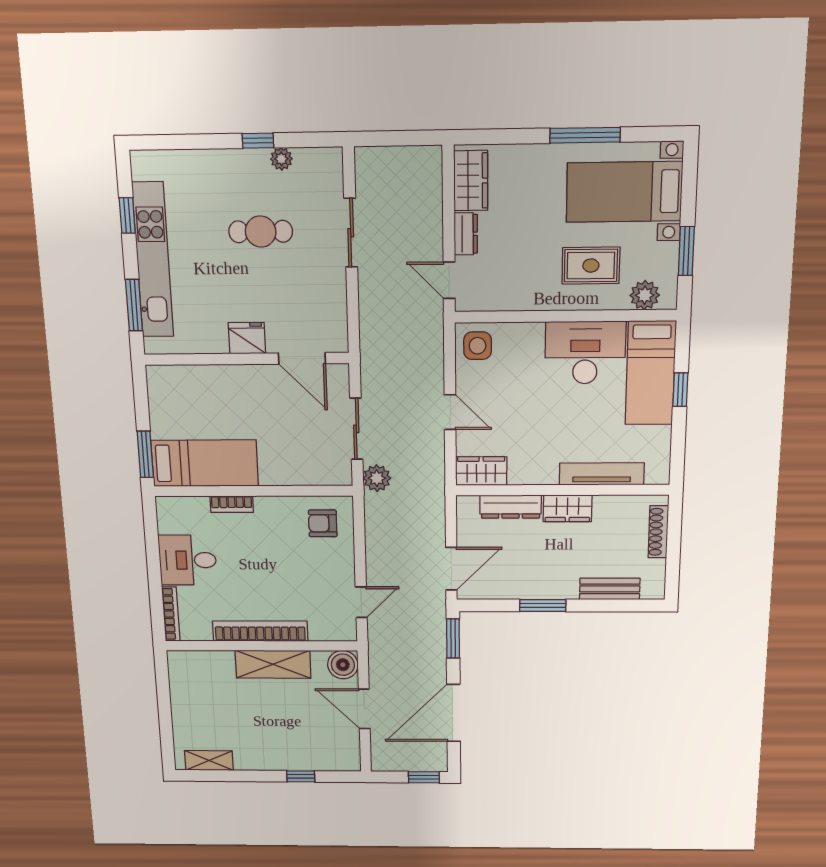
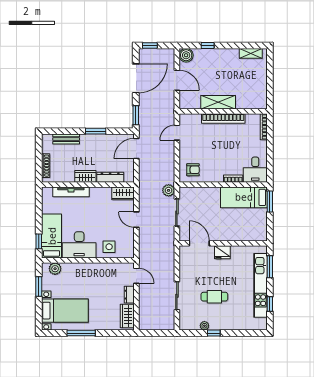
rug: (591, 266) -> (78, 281), removed
side table: (478, 346) -> (109, 247), moved
window: (680, 390) -> (39, 241), moved
desk: (188, 560) -> (255, 170), moved, turned 90
boiler: (343, 665) -> (186, 55), moved

